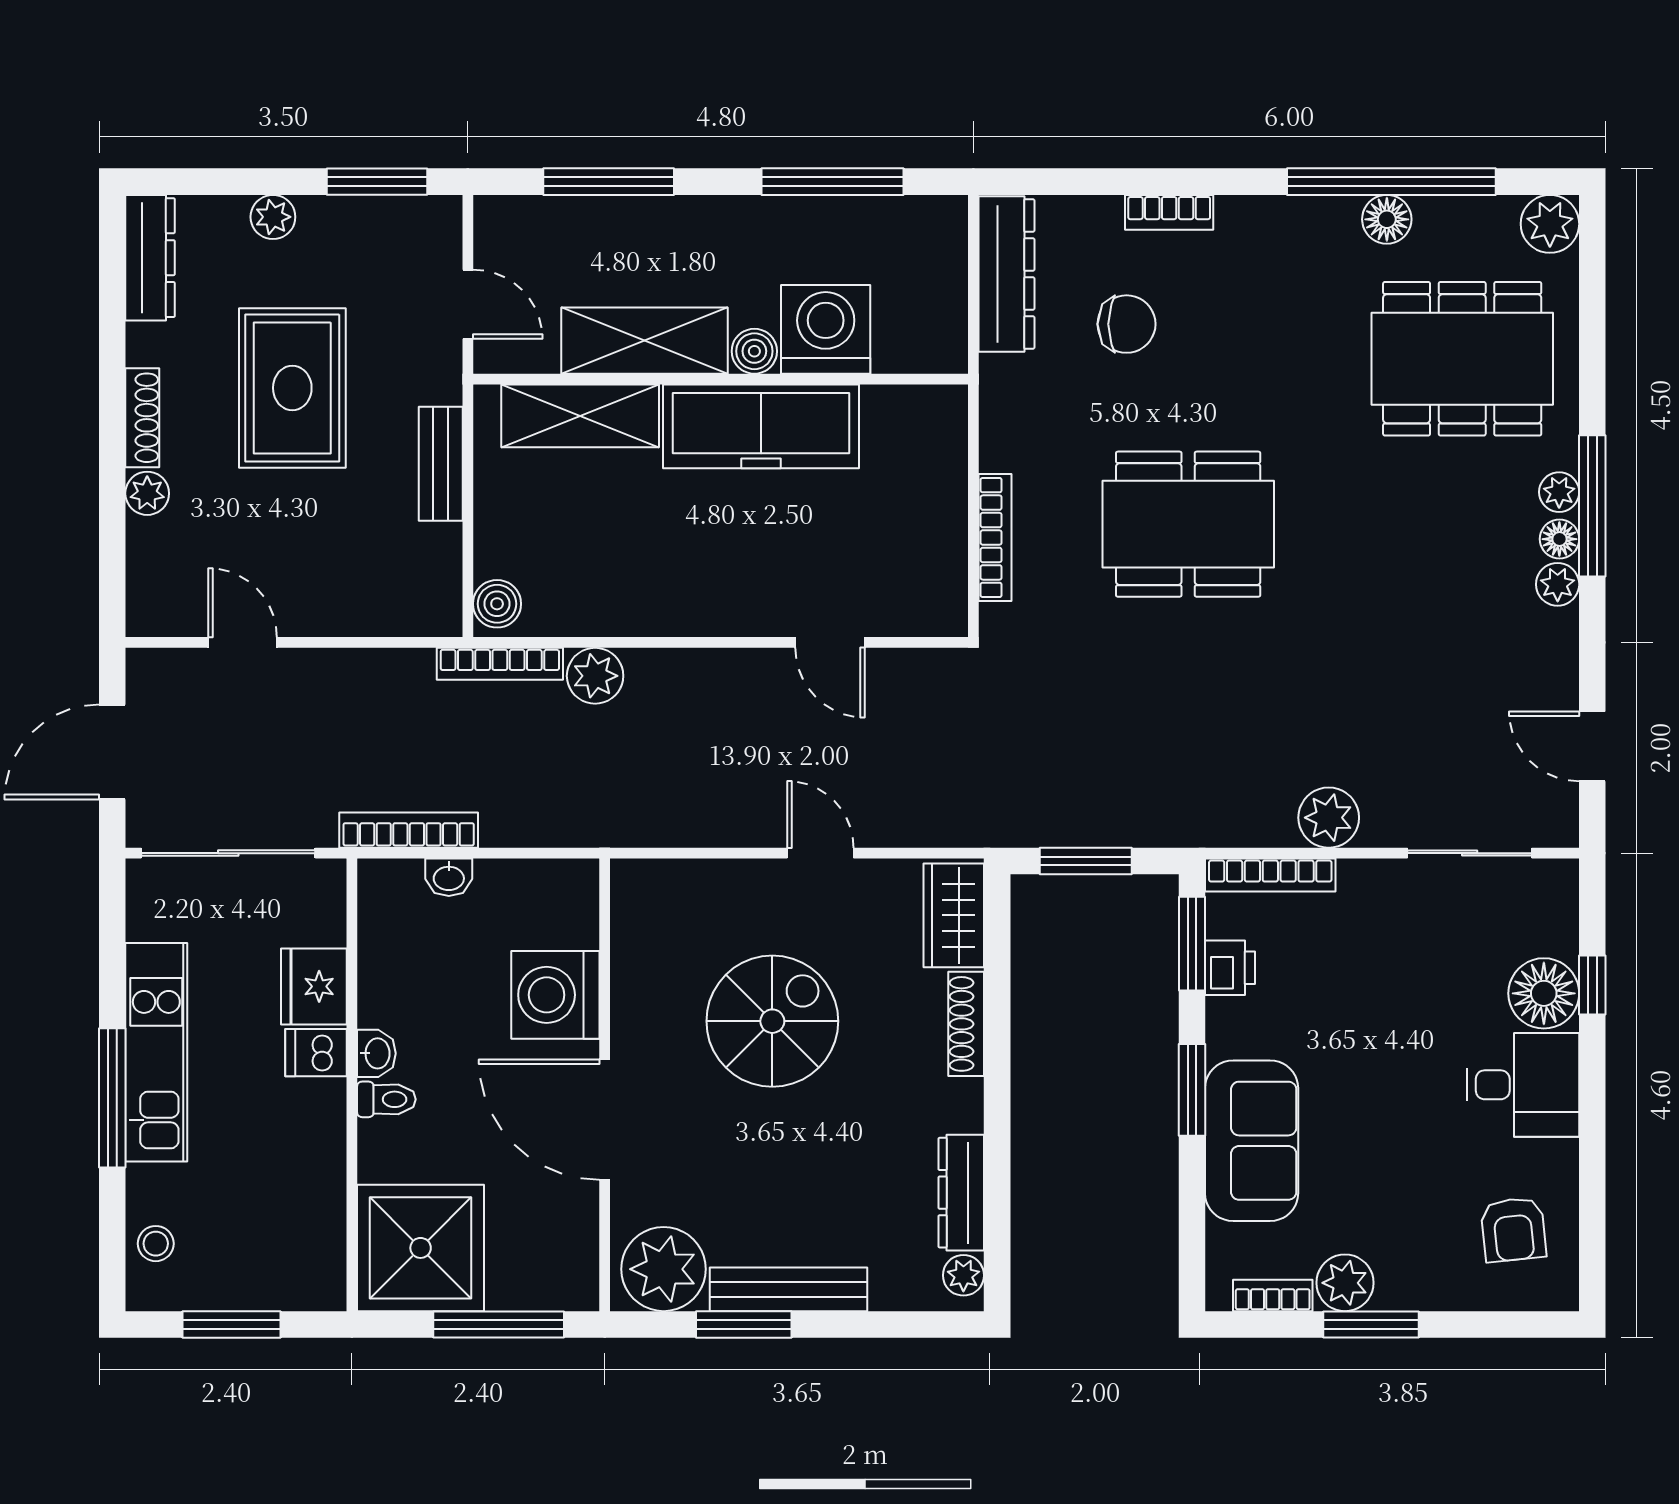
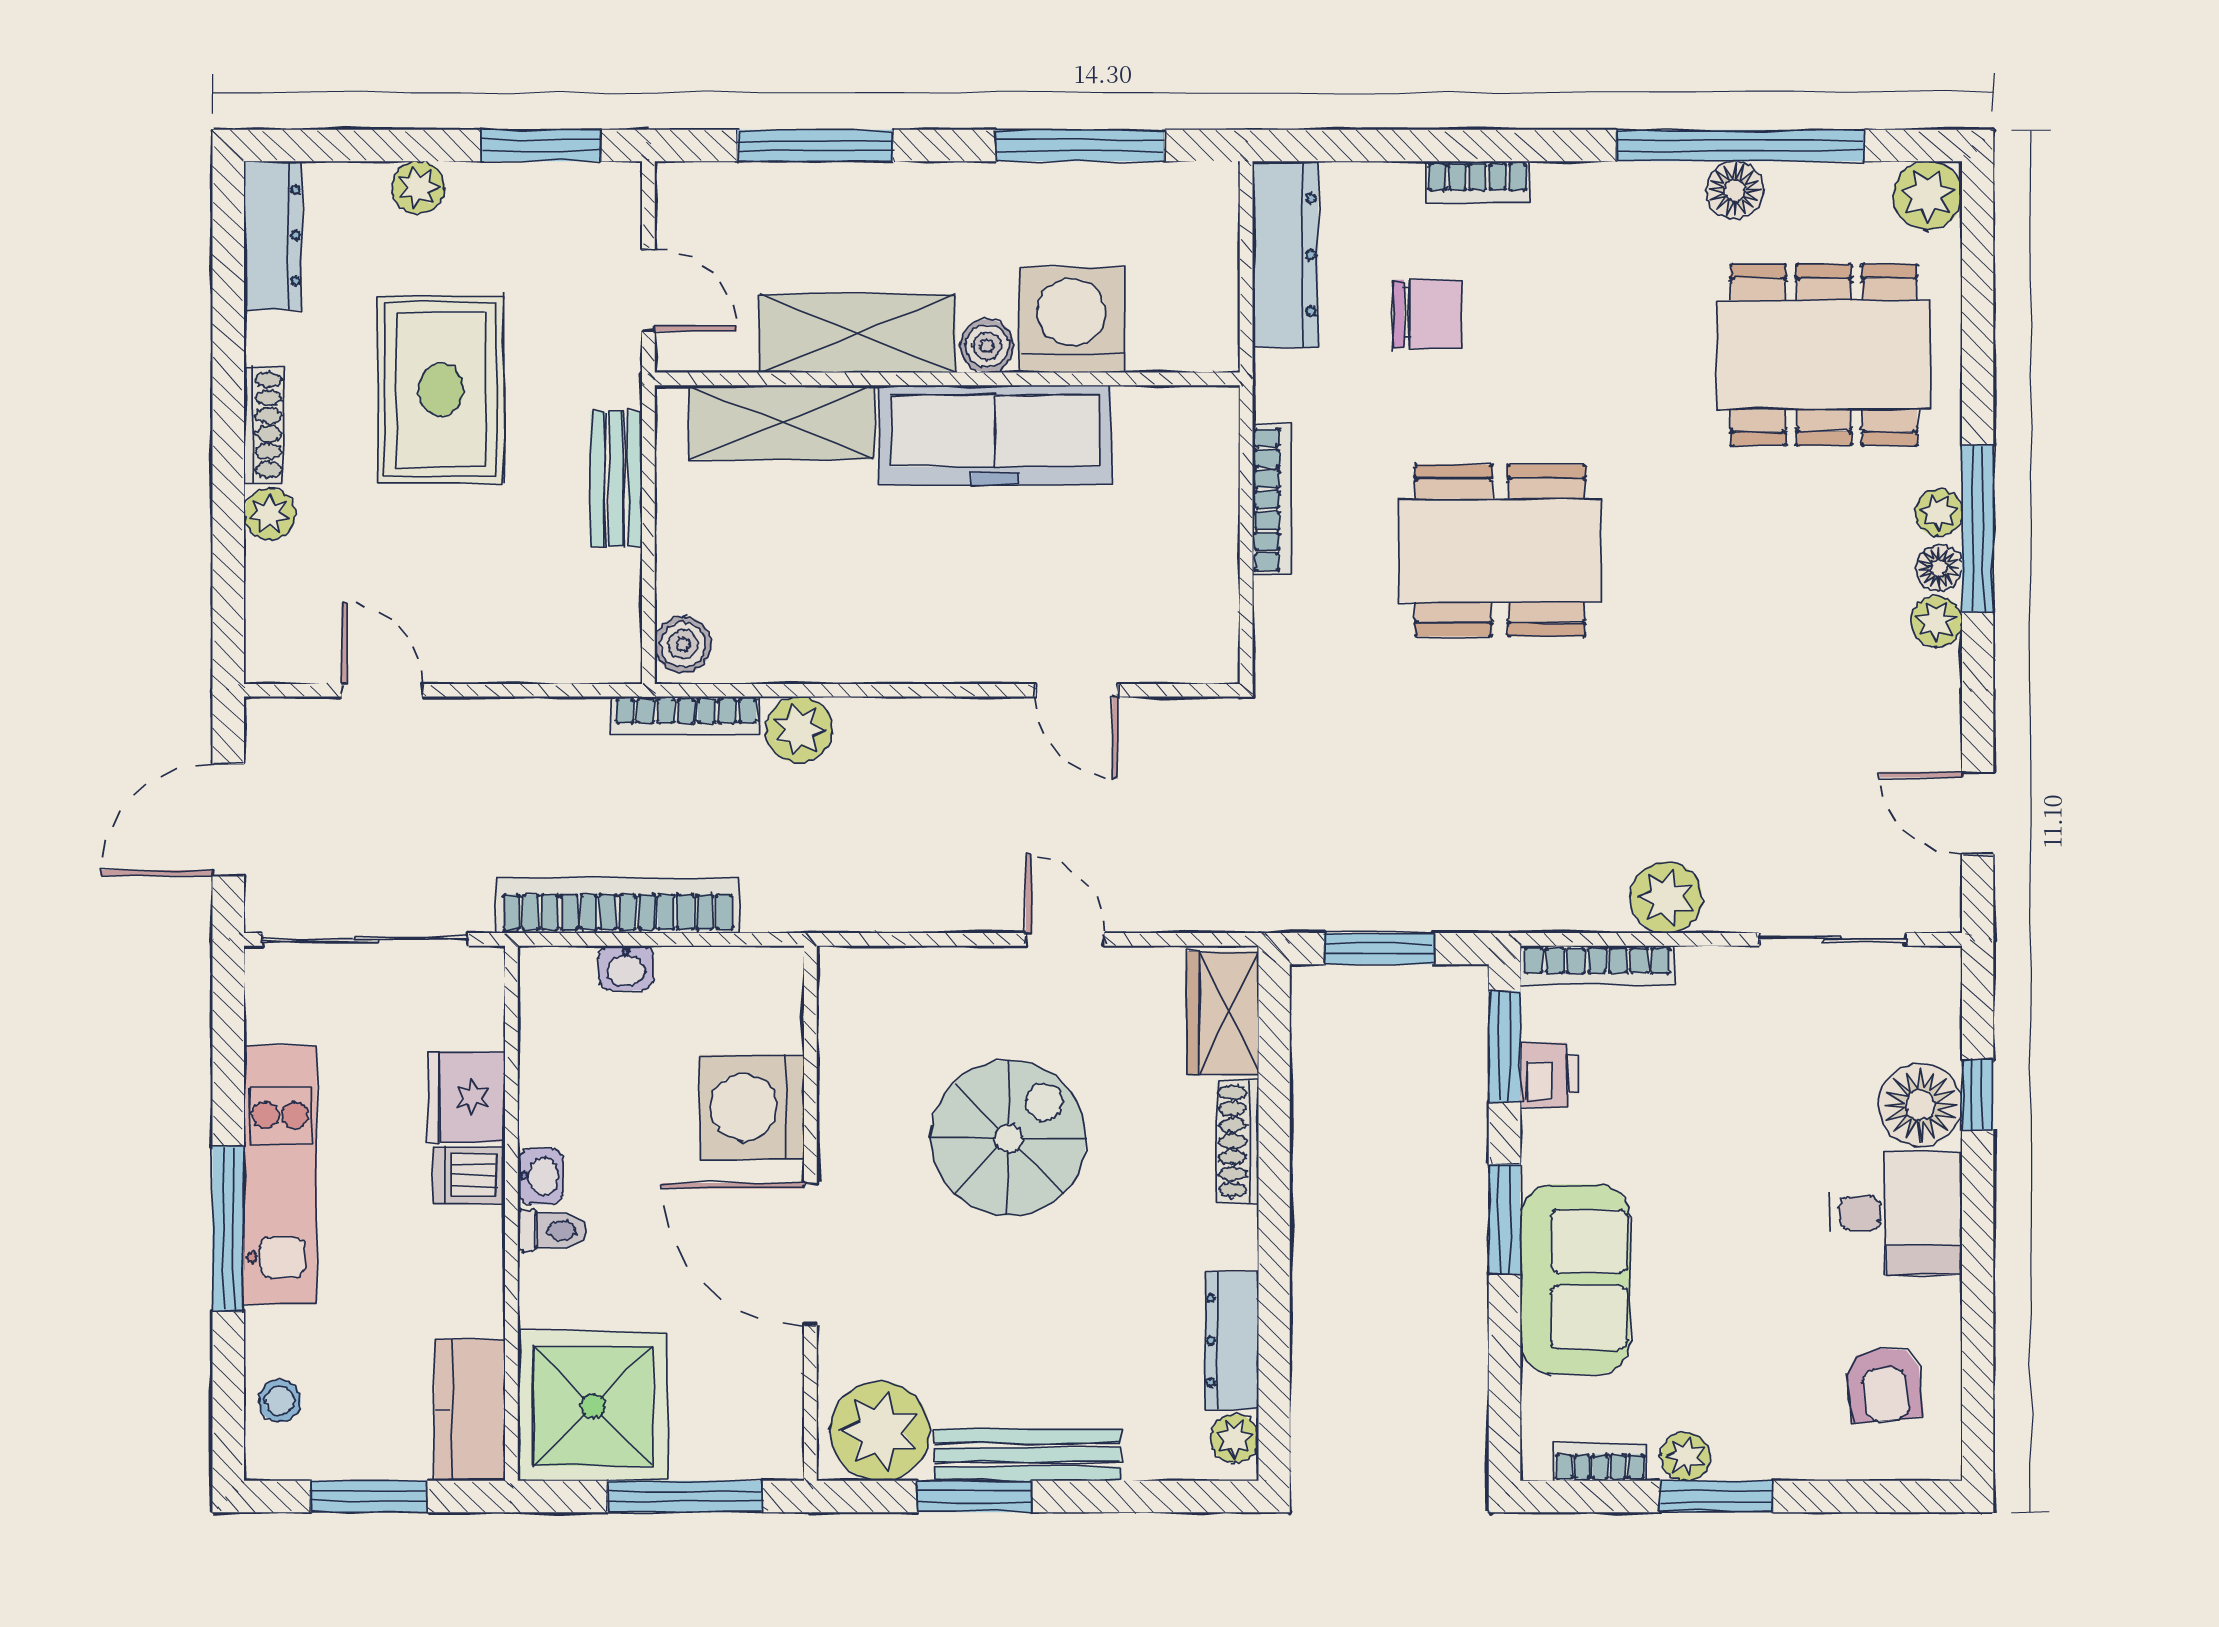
bookcase: (995, 537) -> (1272, 500), moved
bookcase: (409, 830) -> (618, 906), width x1.48, depth x1.31
kitchen counter: (317, 1252) -> (470, 1410), added
plant: (1345, 1283) -> (1685, 1456), width x0.73, depth x0.73

